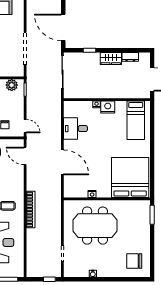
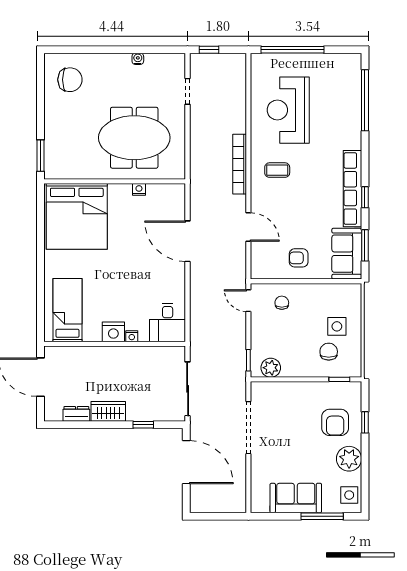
desk: (75, 129) -> (168, 323), moved, turned 90
door: (25, 156) -> (248, 227), moved

